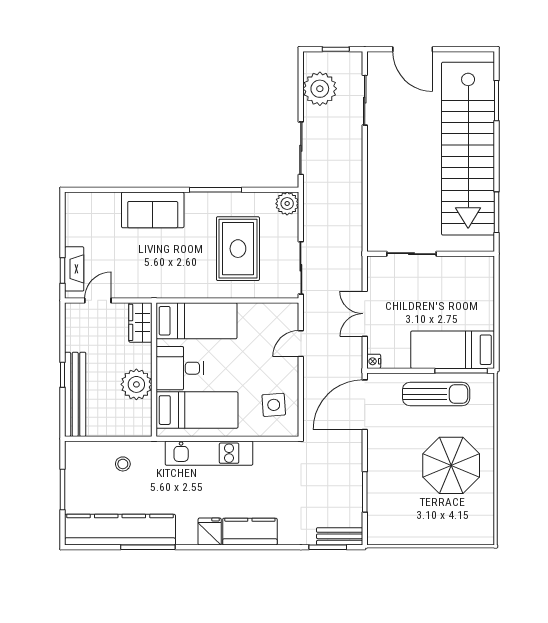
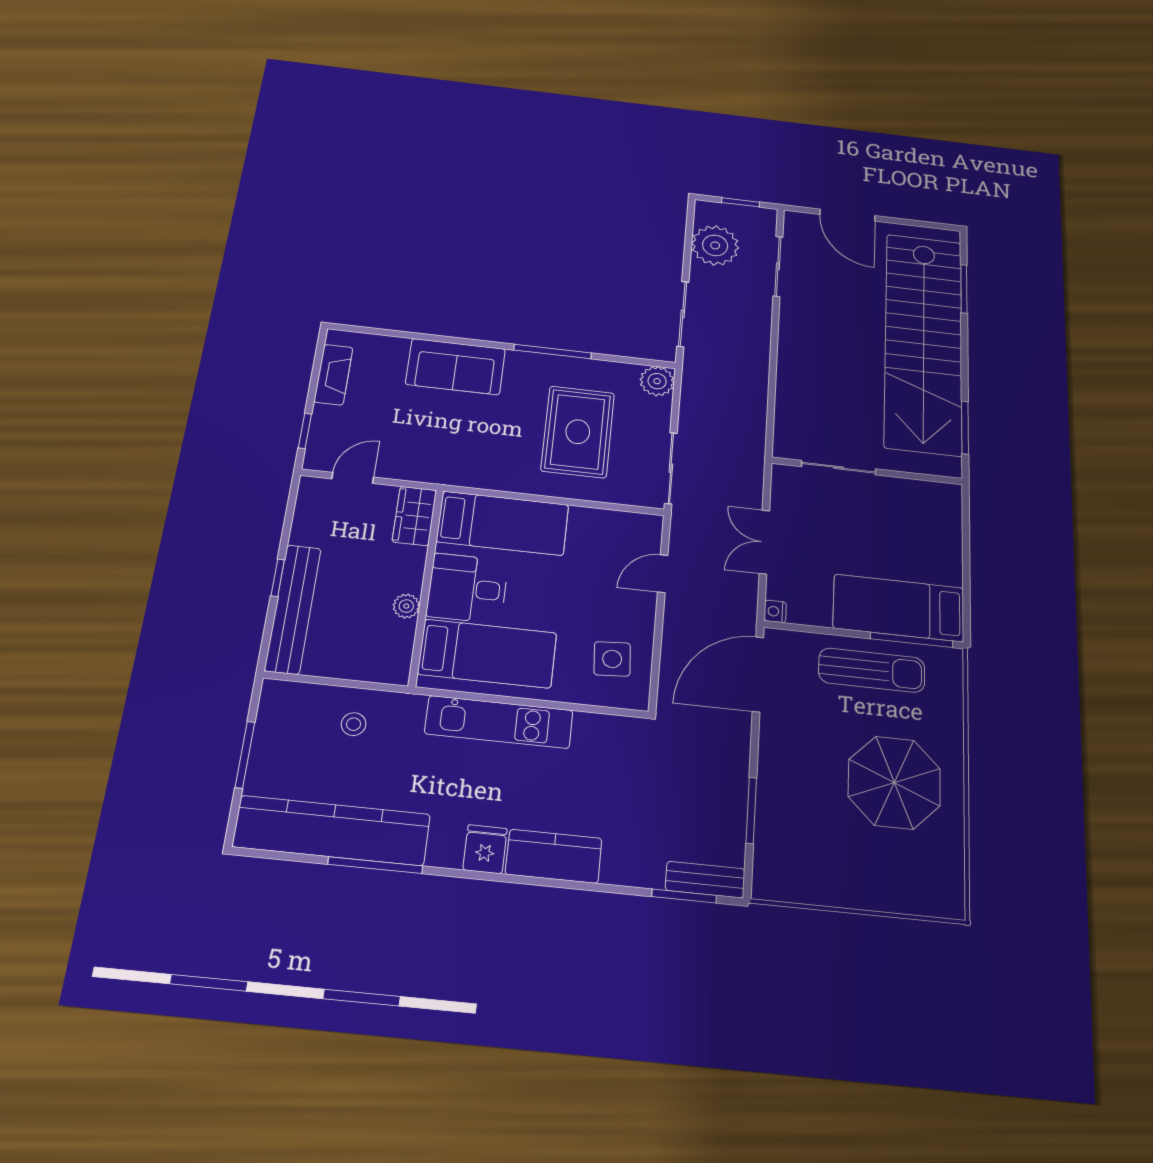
fireplace: (74, 269) -> (333, 375), moved
plant: (136, 384) -> (406, 606), width x0.53, depth x0.53

